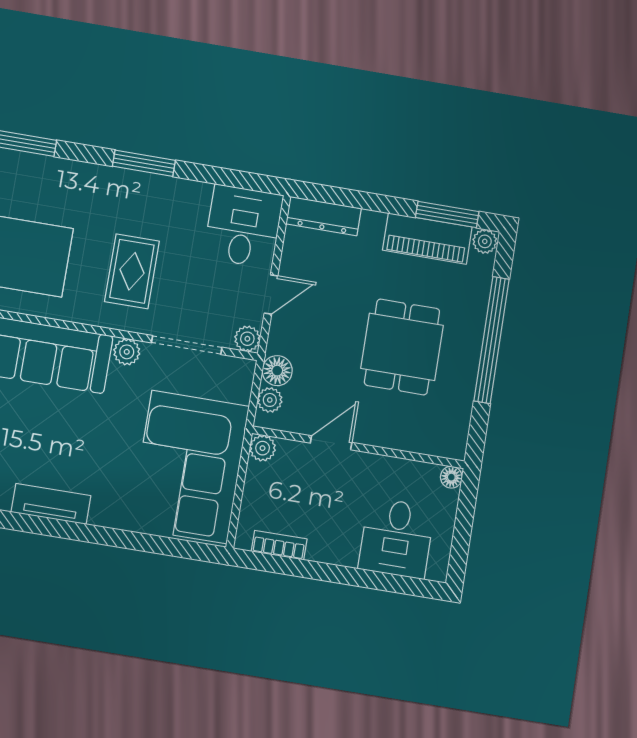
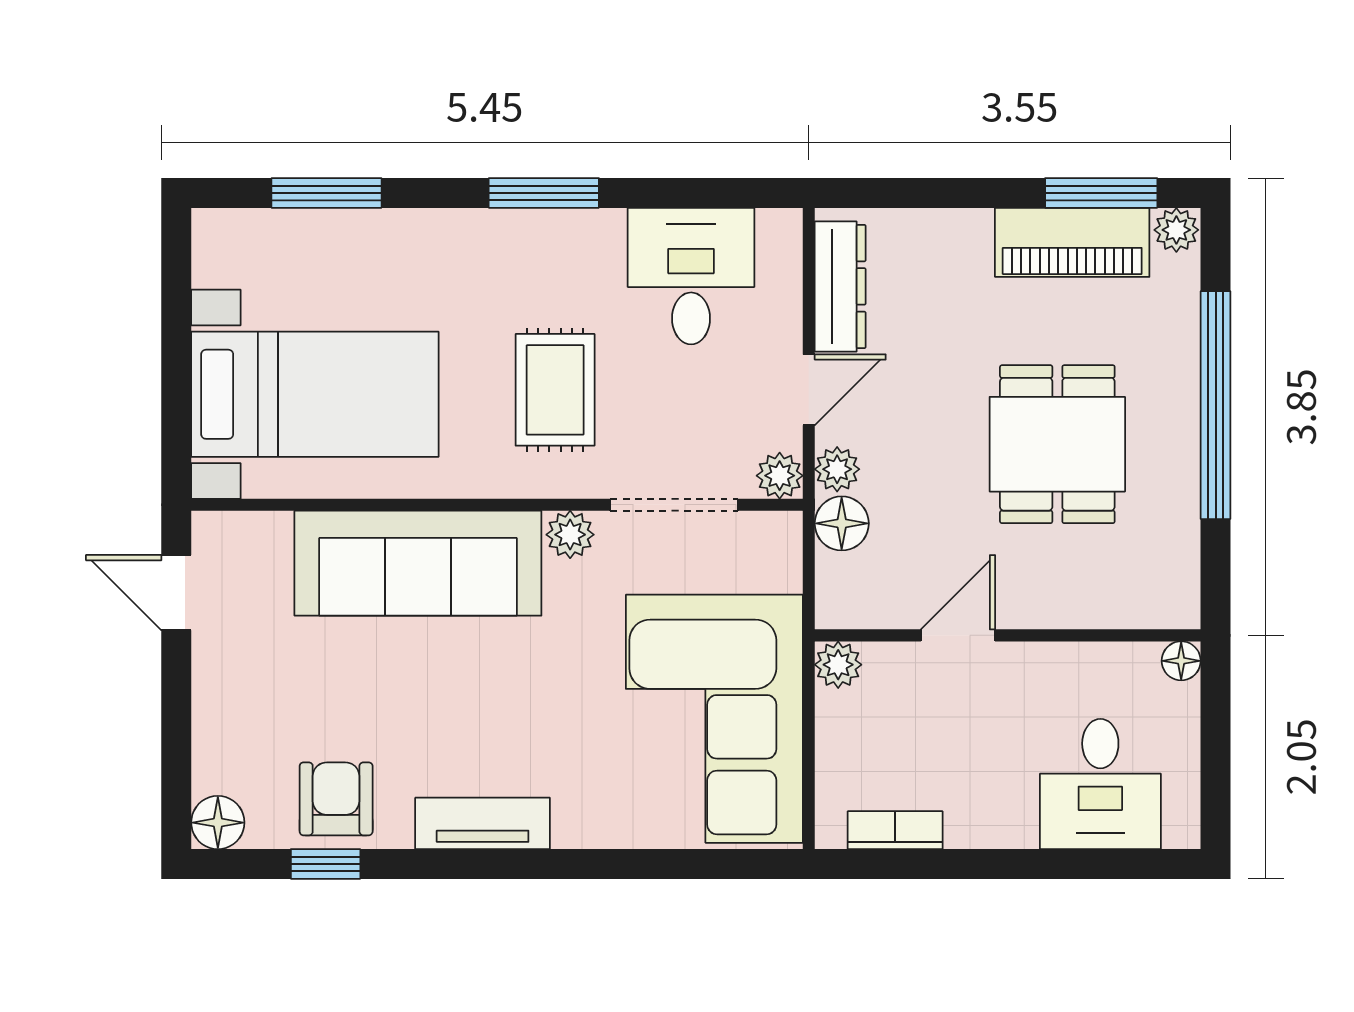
dresser: (324, 216) -> (840, 286), moved, turned -90
desk: (243, 226) -> (691, 276), moved
plant: (270, 400) -> (837, 469), moved

